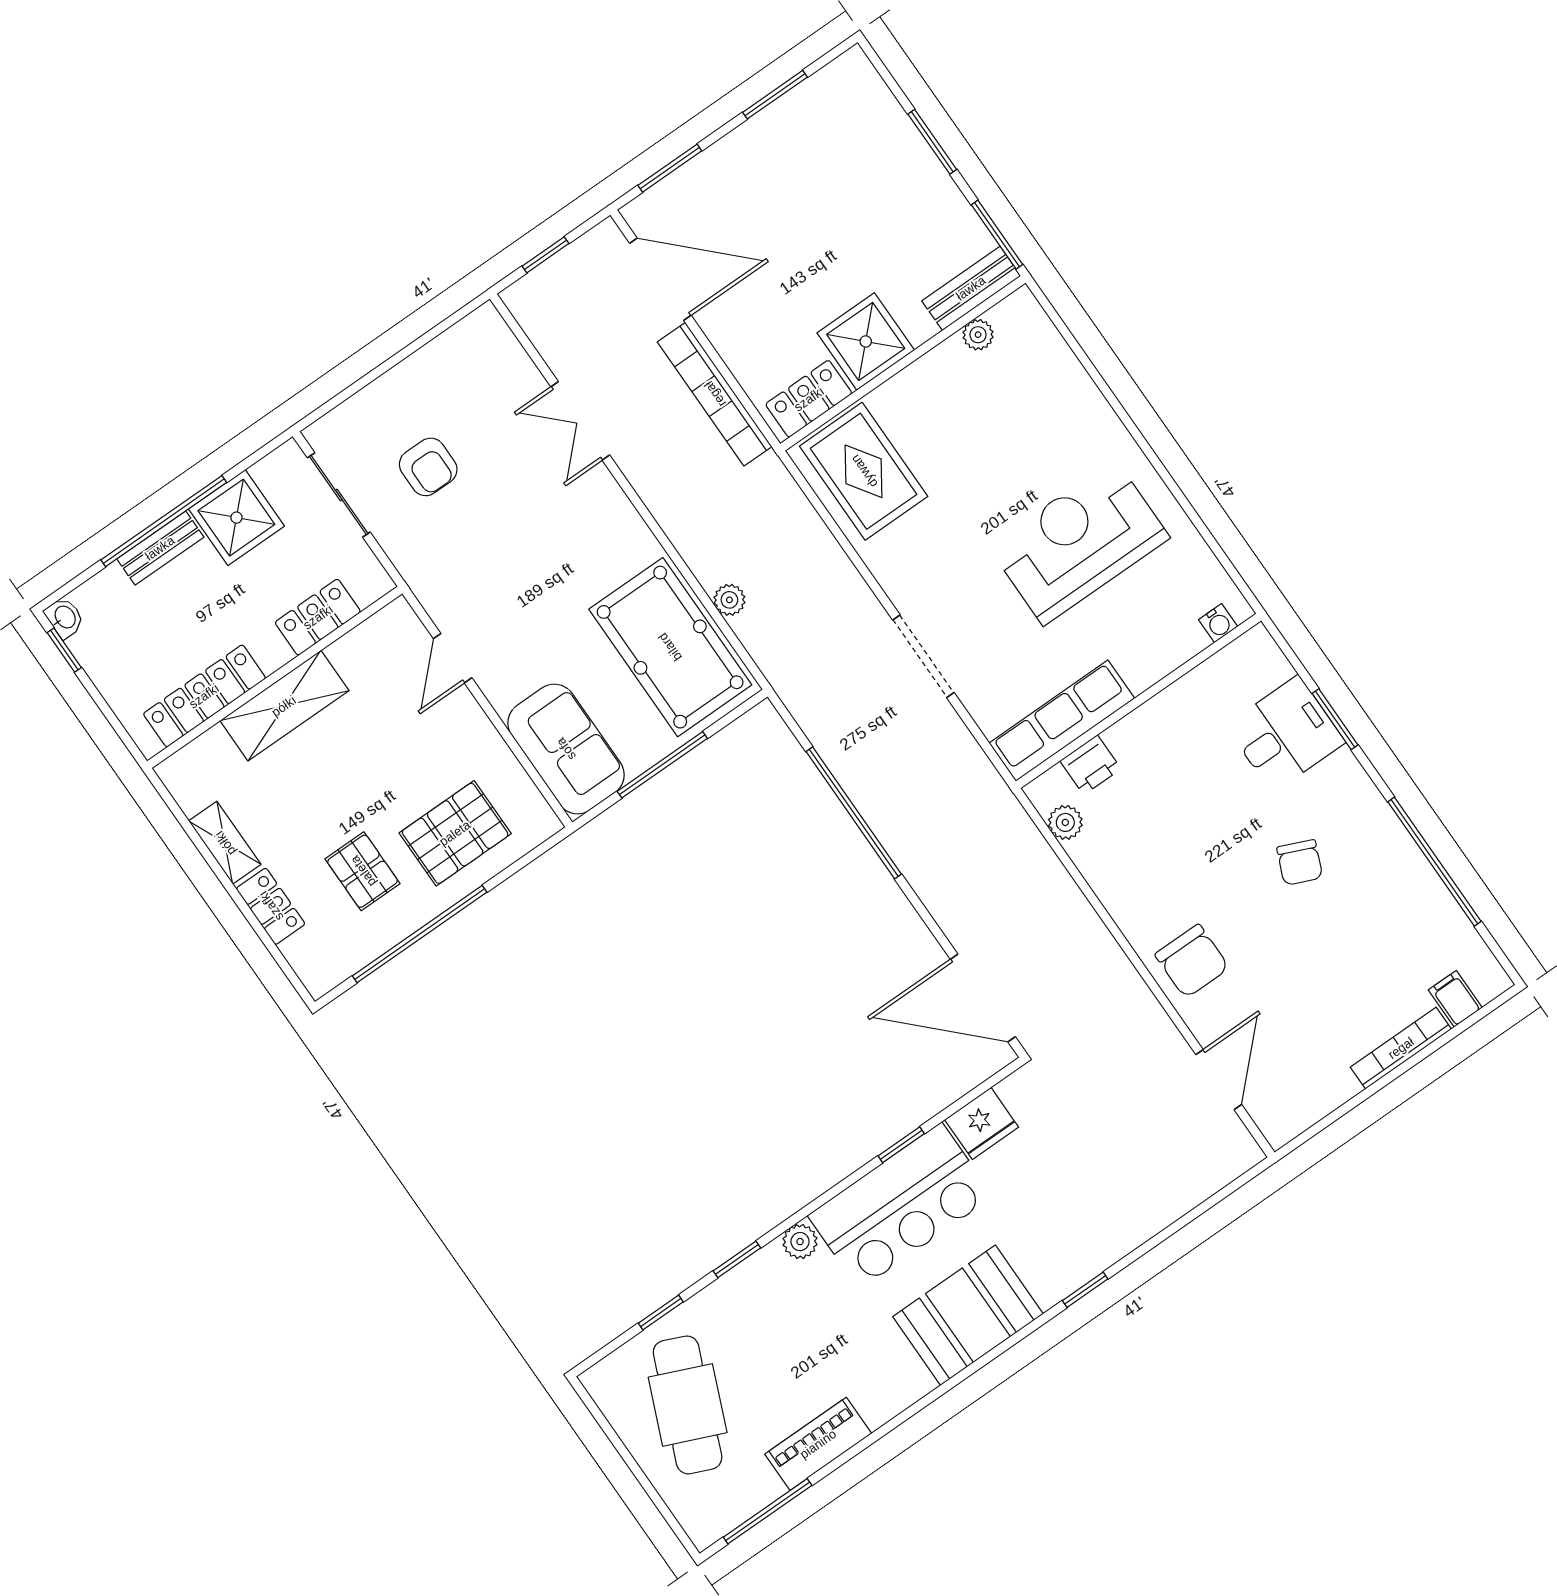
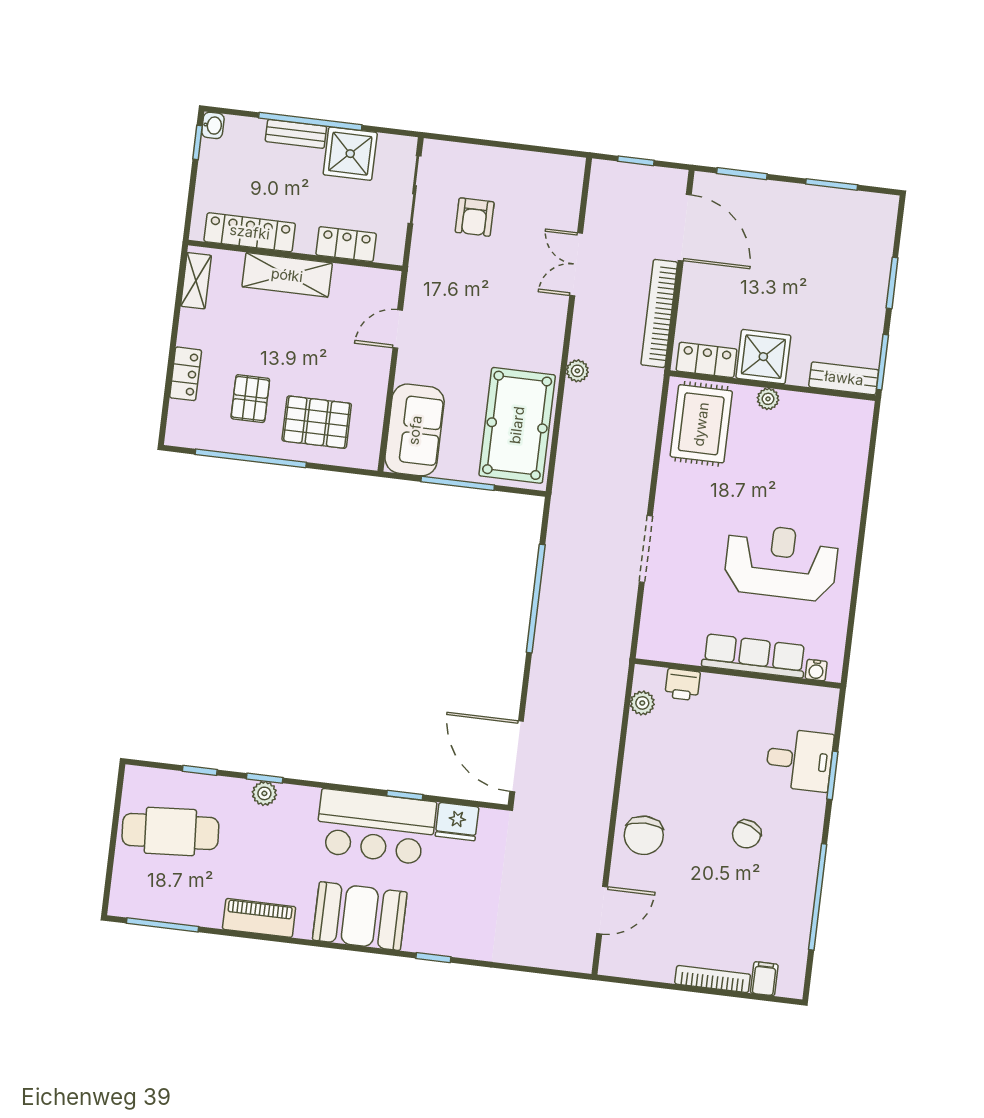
plant: (978, 335) -> (768, 399), moved
plant: (729, 600) -> (577, 371), moved
row of seats: (1062, 721) -> (754, 656), moved
shelving: (225, 843) -> (196, 281), moved
plant: (800, 1242) -> (264, 793), moved
cafe table: (688, 1405) -> (170, 831), turned 63
piano: (818, 1444) -> (259, 918), moved

